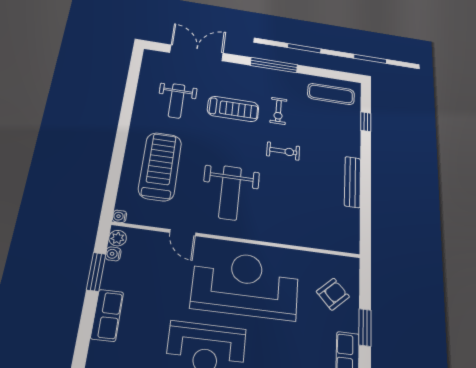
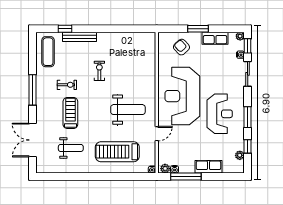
exercise bike: (283, 151) -> (99, 71), moved
bench: (352, 182) -> (80, 37), moved
window: (96, 272) -> (186, 177), width x1.44

